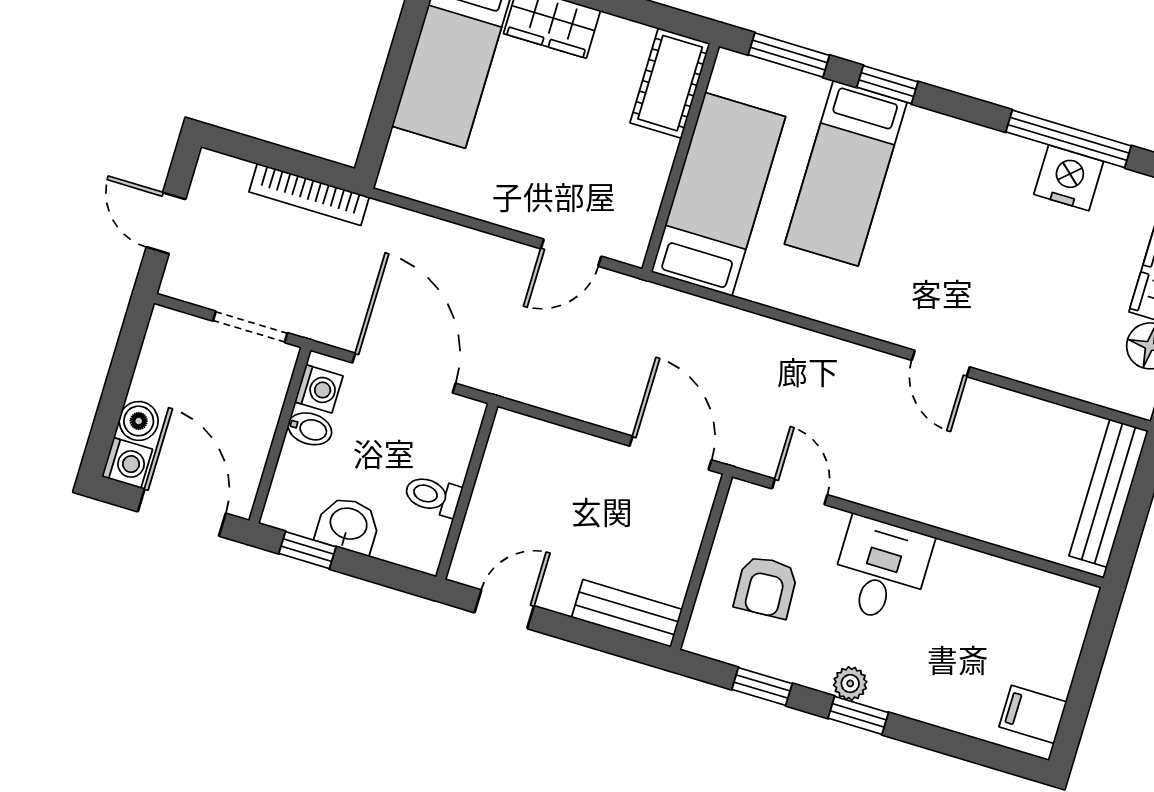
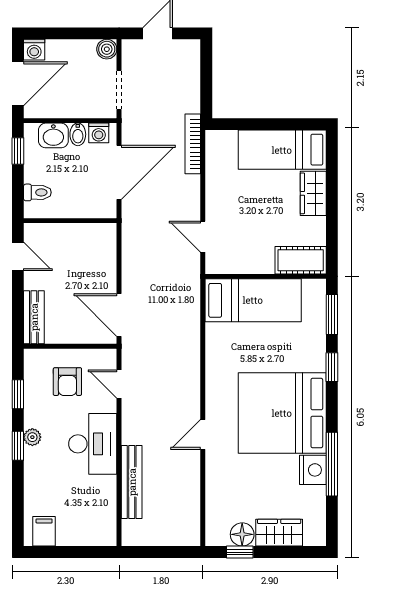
bed: (846, 173) -> (282, 413), moved, width x2.04
bookcase: (309, 194) -> (193, 144), moved
boiler: (139, 421) -> (107, 49), moved
door: (671, 453) -> (119, 315), swing flipped
door: (800, 492) -> (119, 384), swing flipped
bench: (1109, 493) -> (132, 482), moved, turned 90
toilet: (433, 496) -> (37, 192), moved, turned 90
washbasin: (348, 525) -> (53, 135), moved, turned 90
desk: (881, 570) -> (93, 444), width x1.37
armchair: (766, 587) -> (67, 382), turned -87

